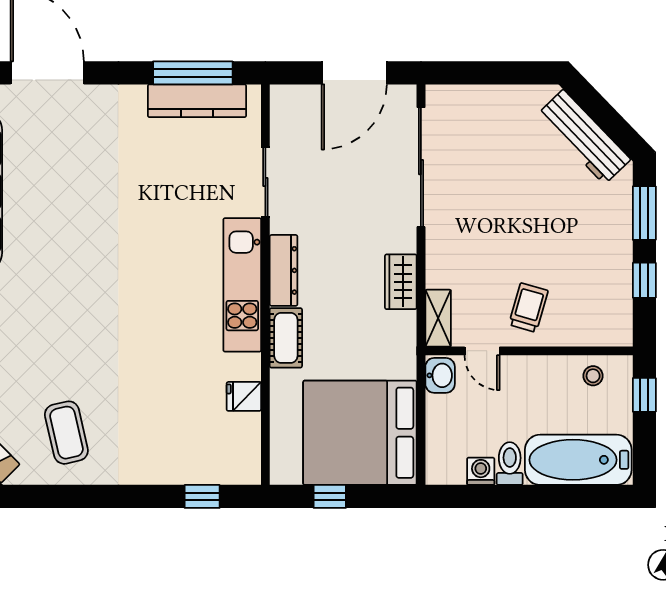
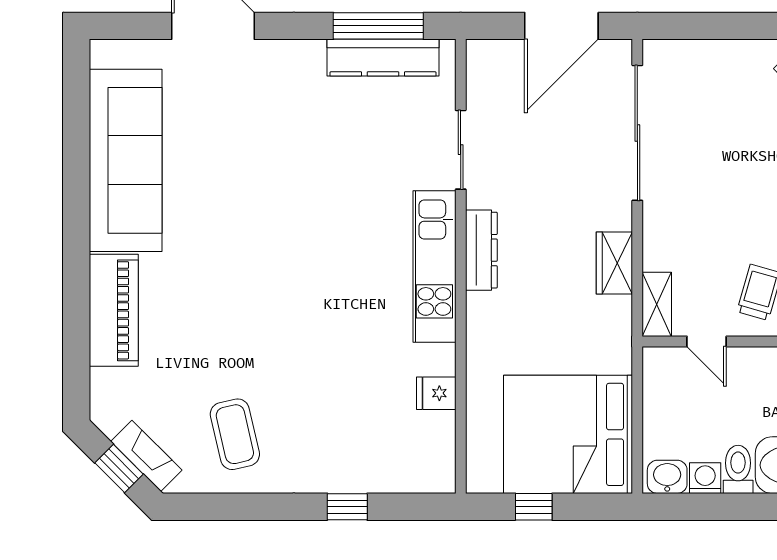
cot: (286, 338) -> (484, 327), removed
washbasin: (440, 375) -> (667, 477), moved, turned -90
window: (202, 496) -> (347, 507), moved

